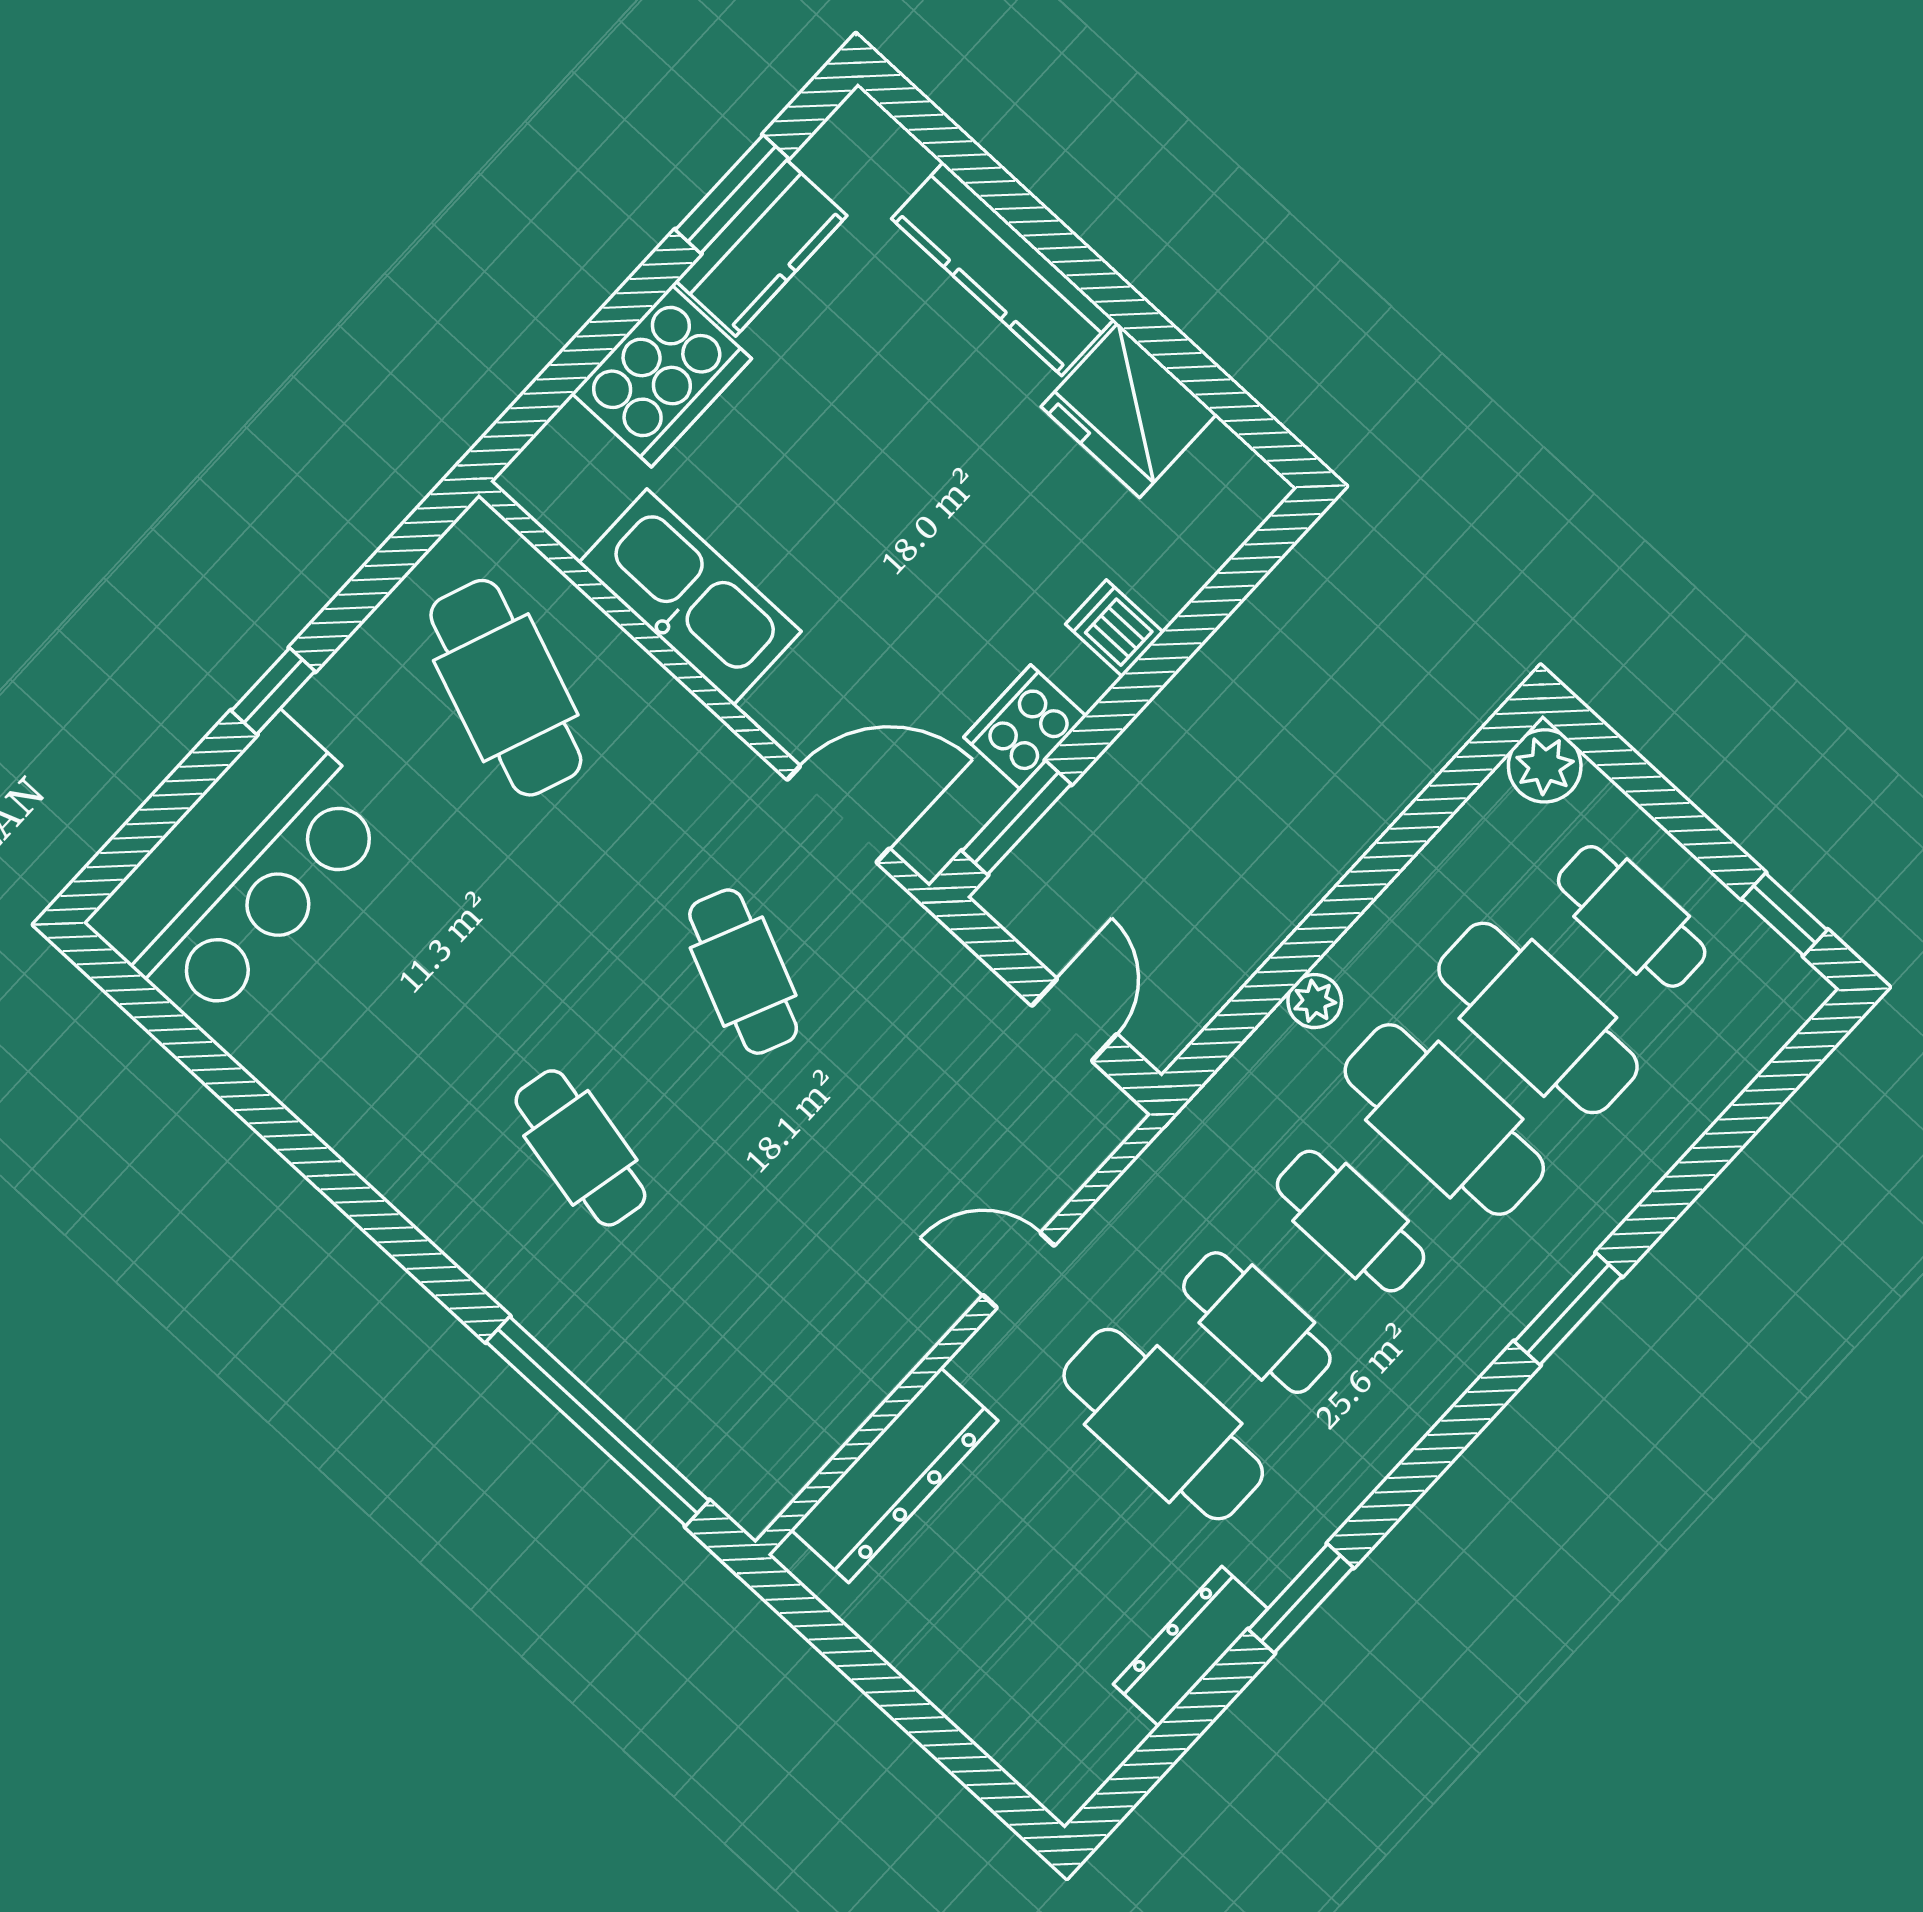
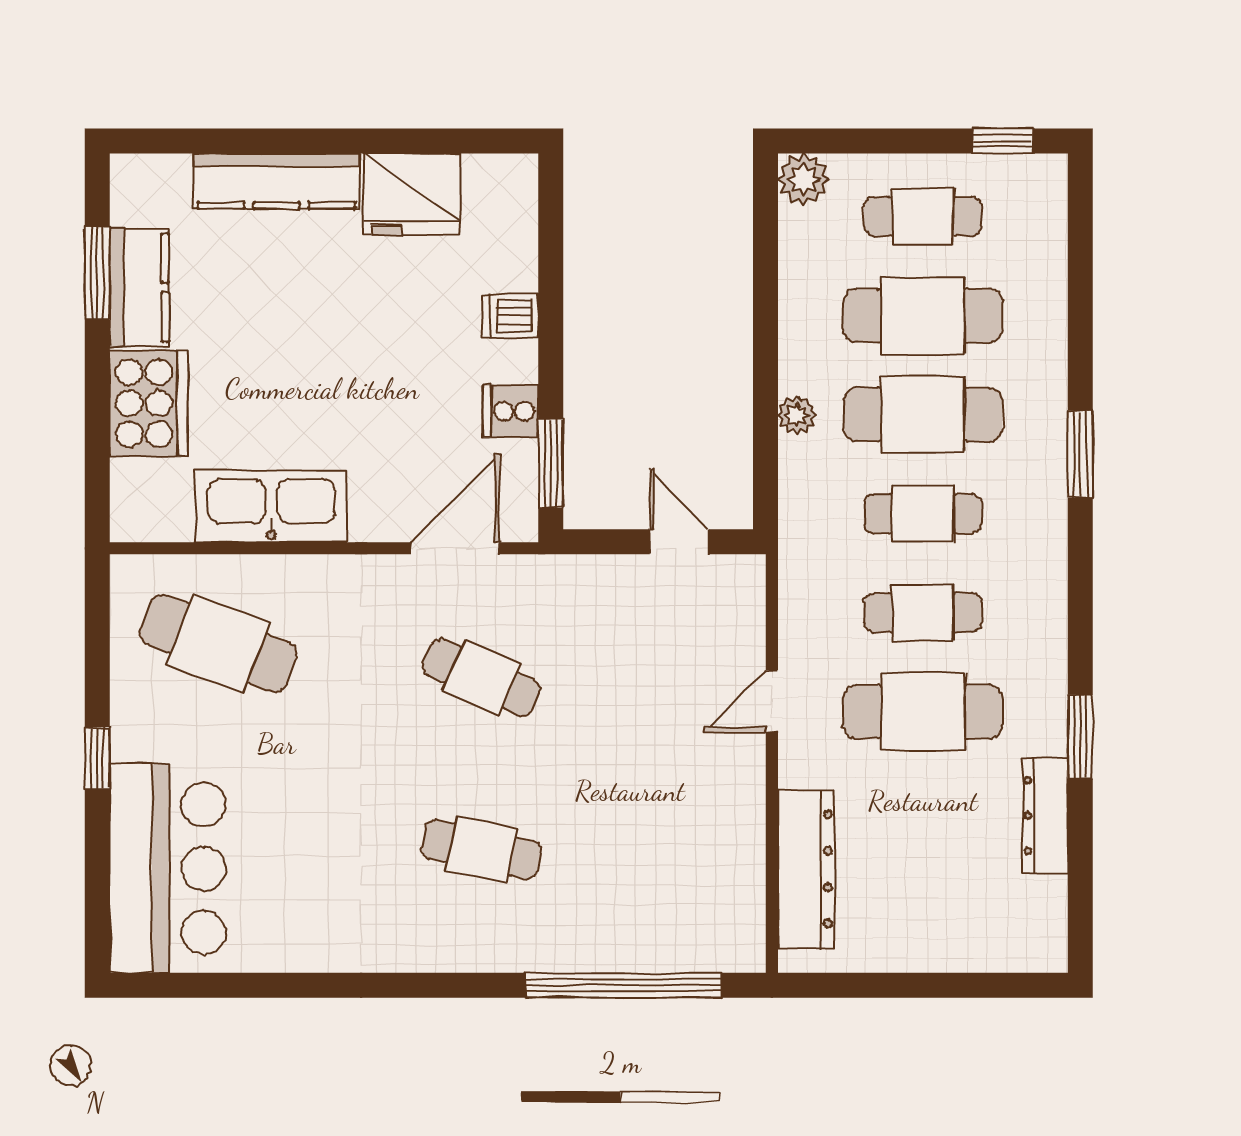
cooker: (1025, 727) -> (511, 411), width x0.73

